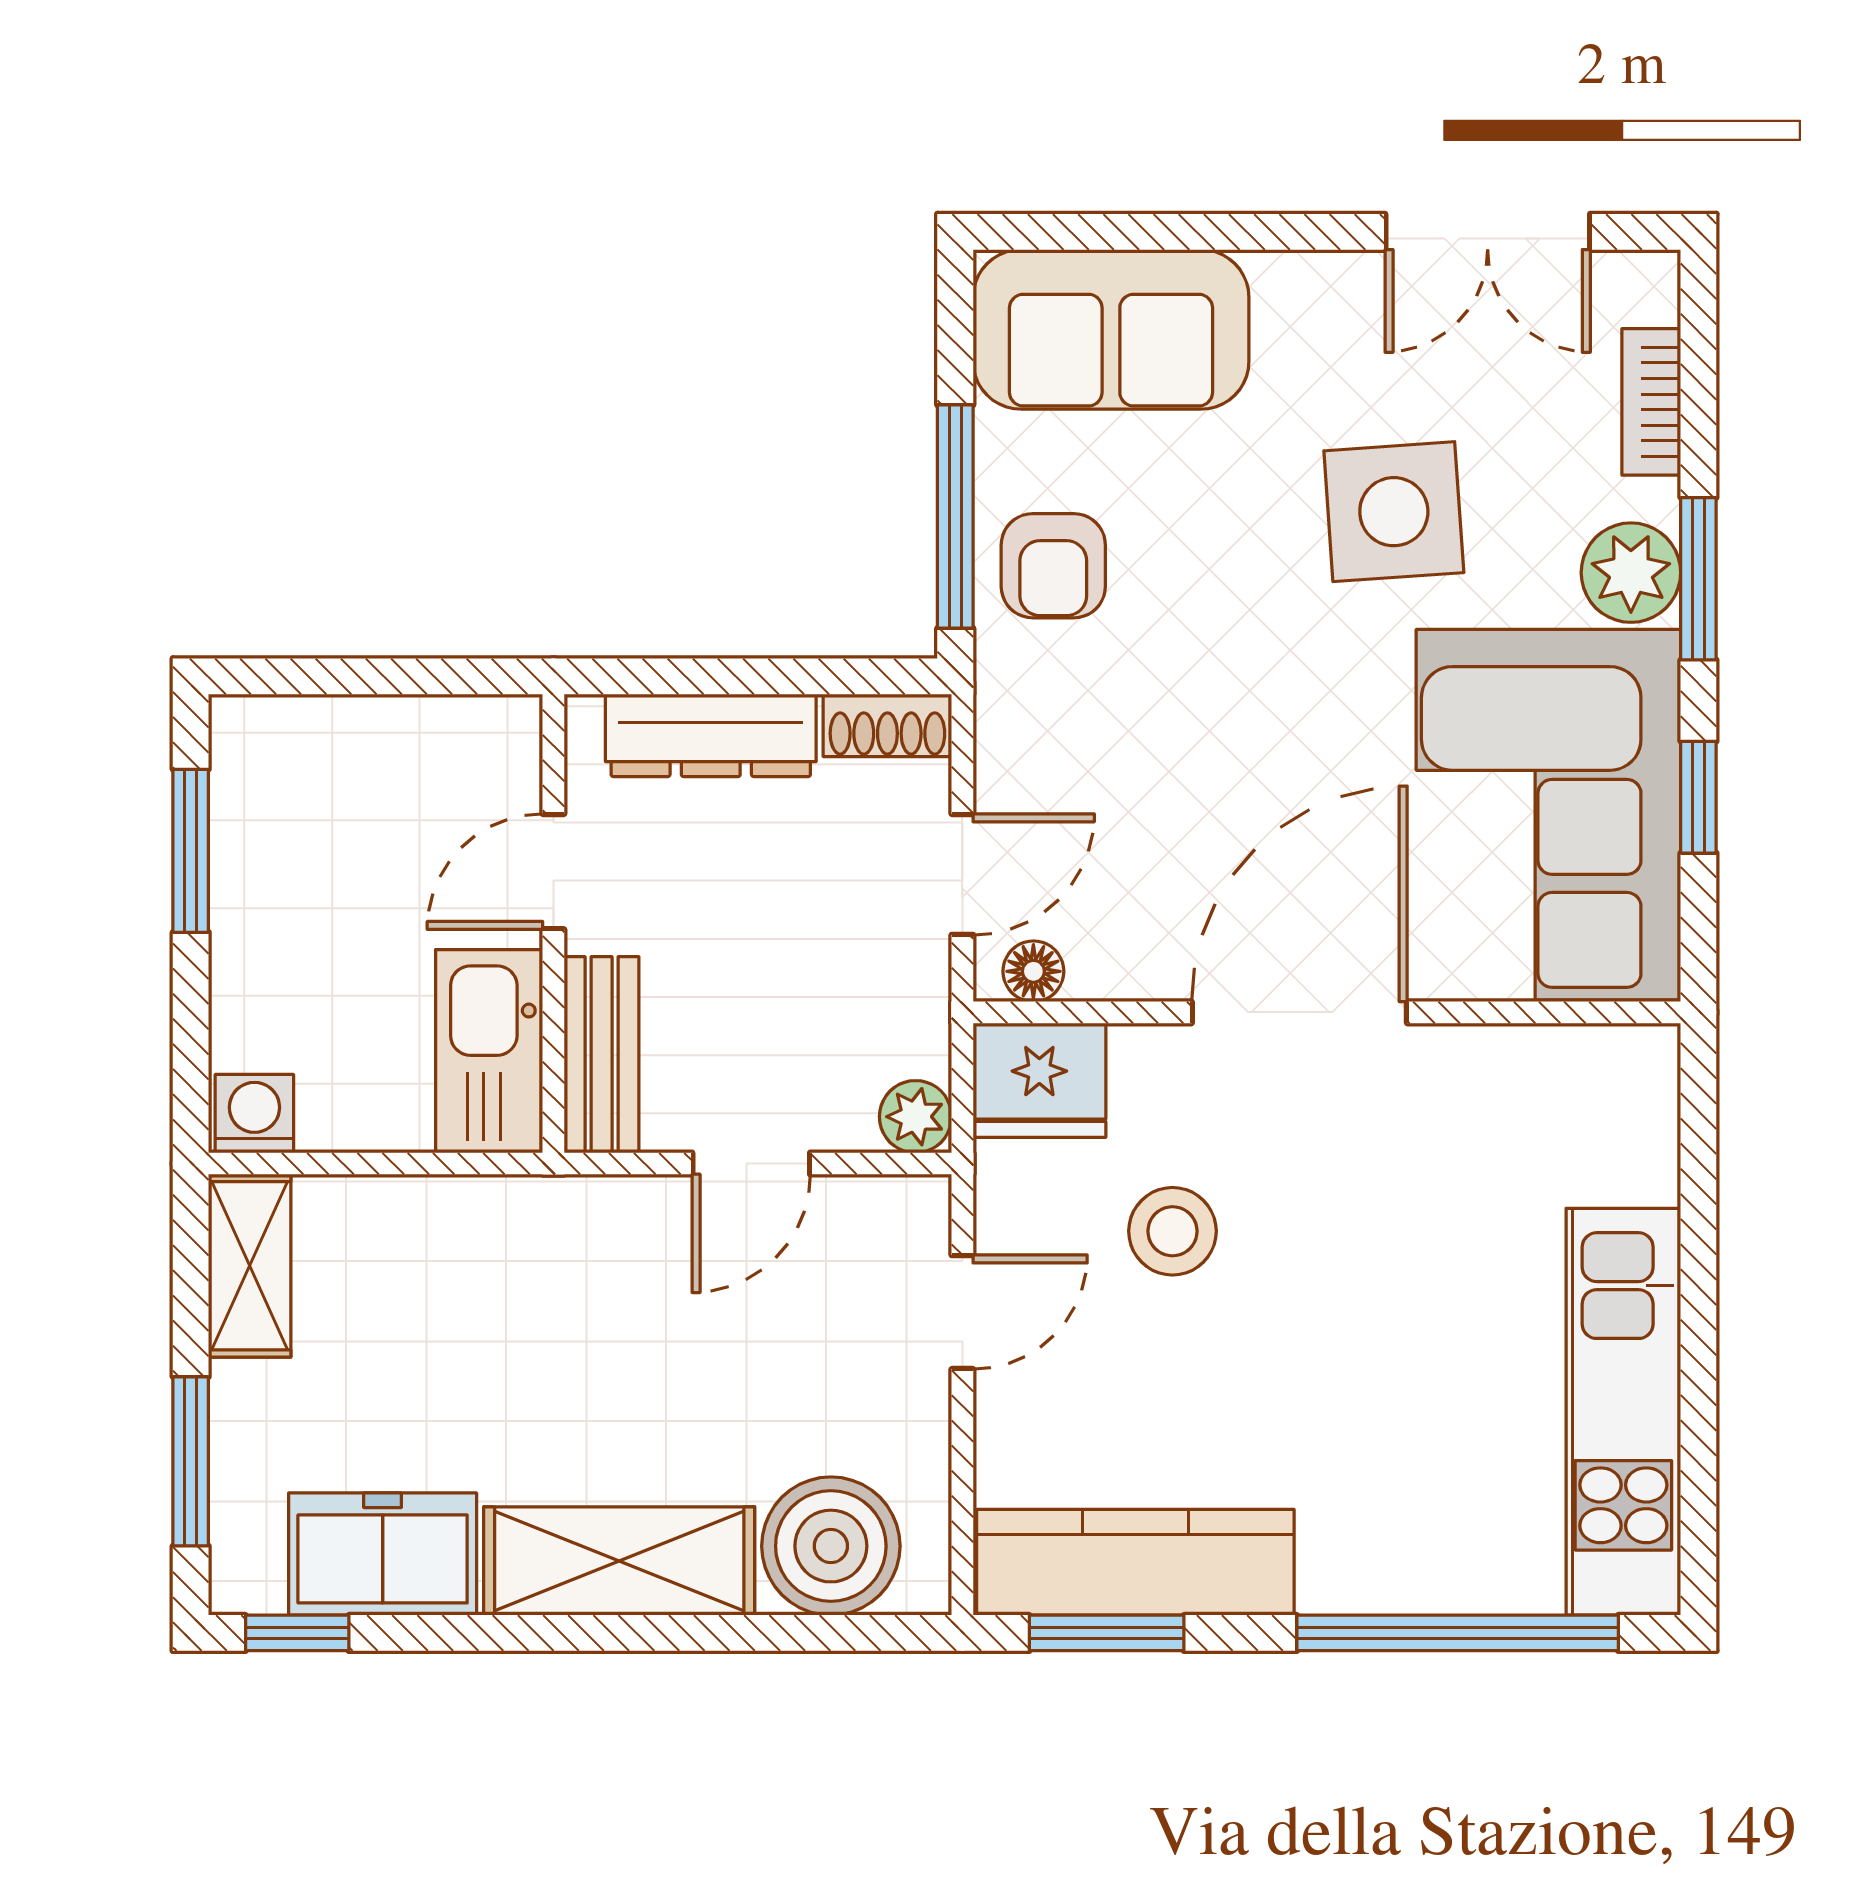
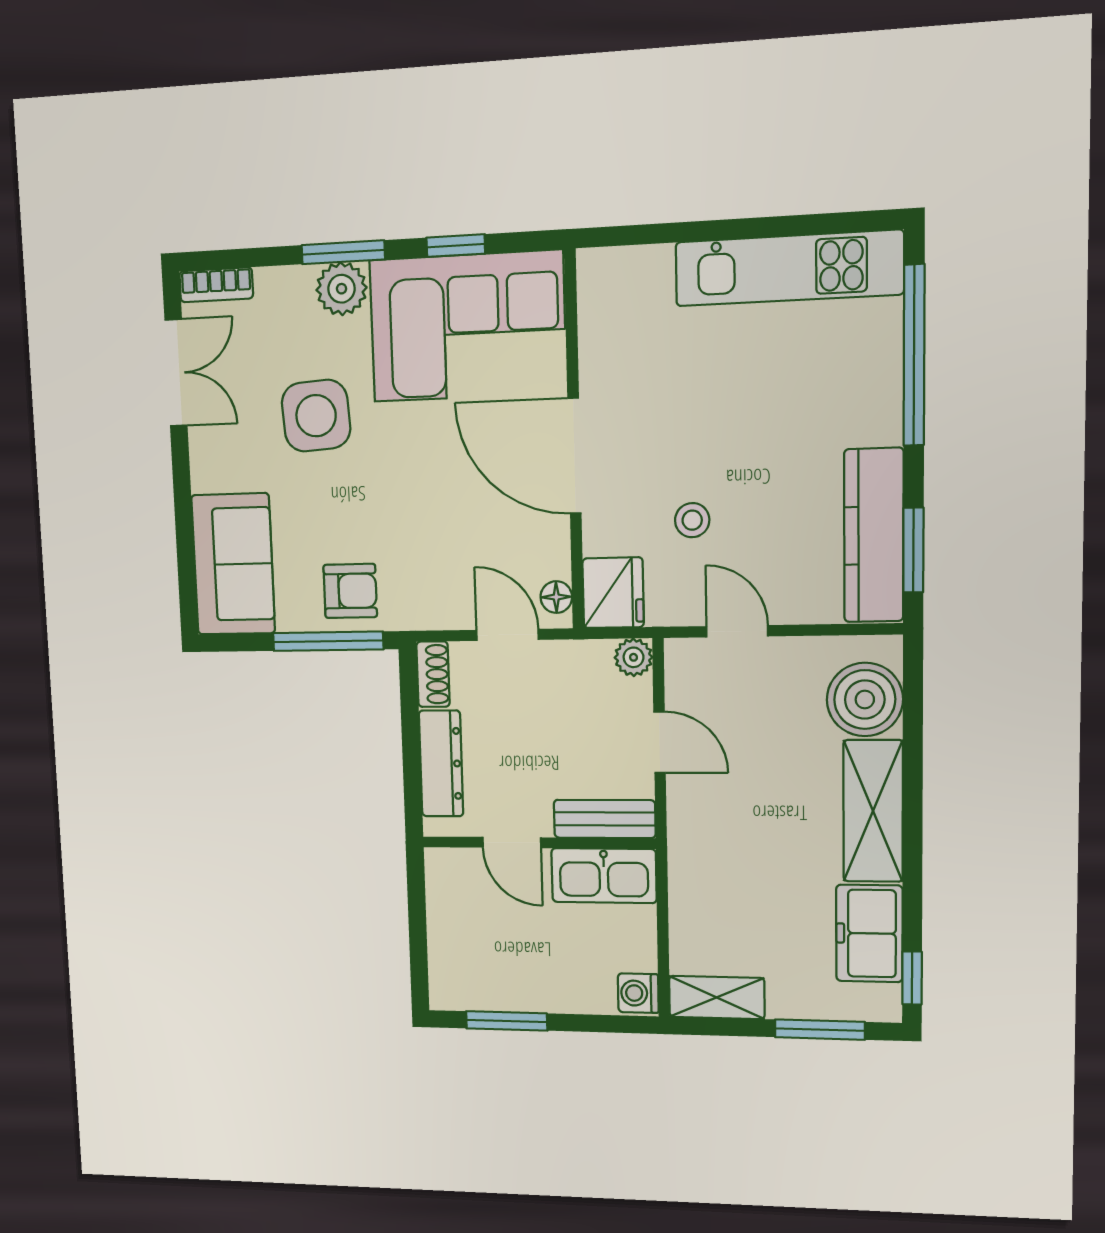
bookcase: (1651, 402) -> (216, 285), moved
stool: (1172, 1231) -> (692, 520), width x0.73, depth x0.73

